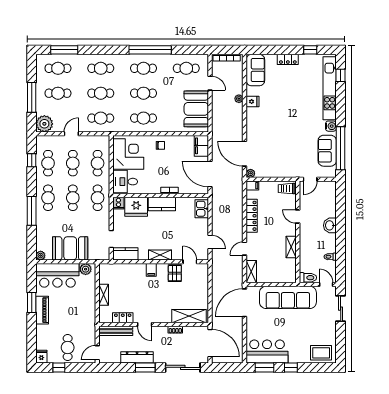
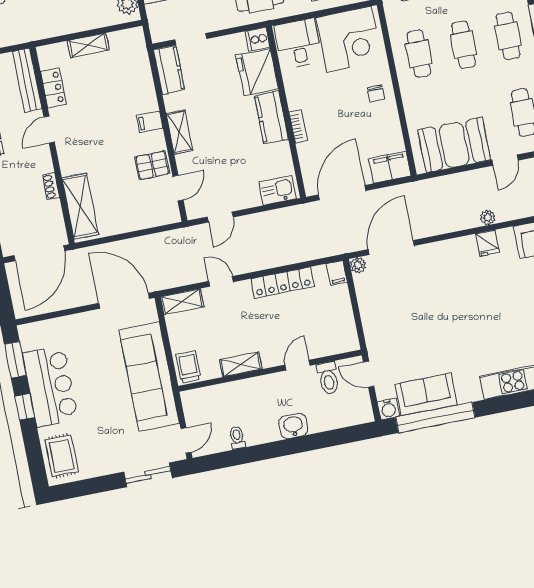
water cooler: (331, 126) -> (389, 409), moved
trolley: (286, 189) -> (188, 367), moved
toilet: (308, 278) -> (328, 378), moved
bar counter: (267, 352) -> (50, 386), moved

